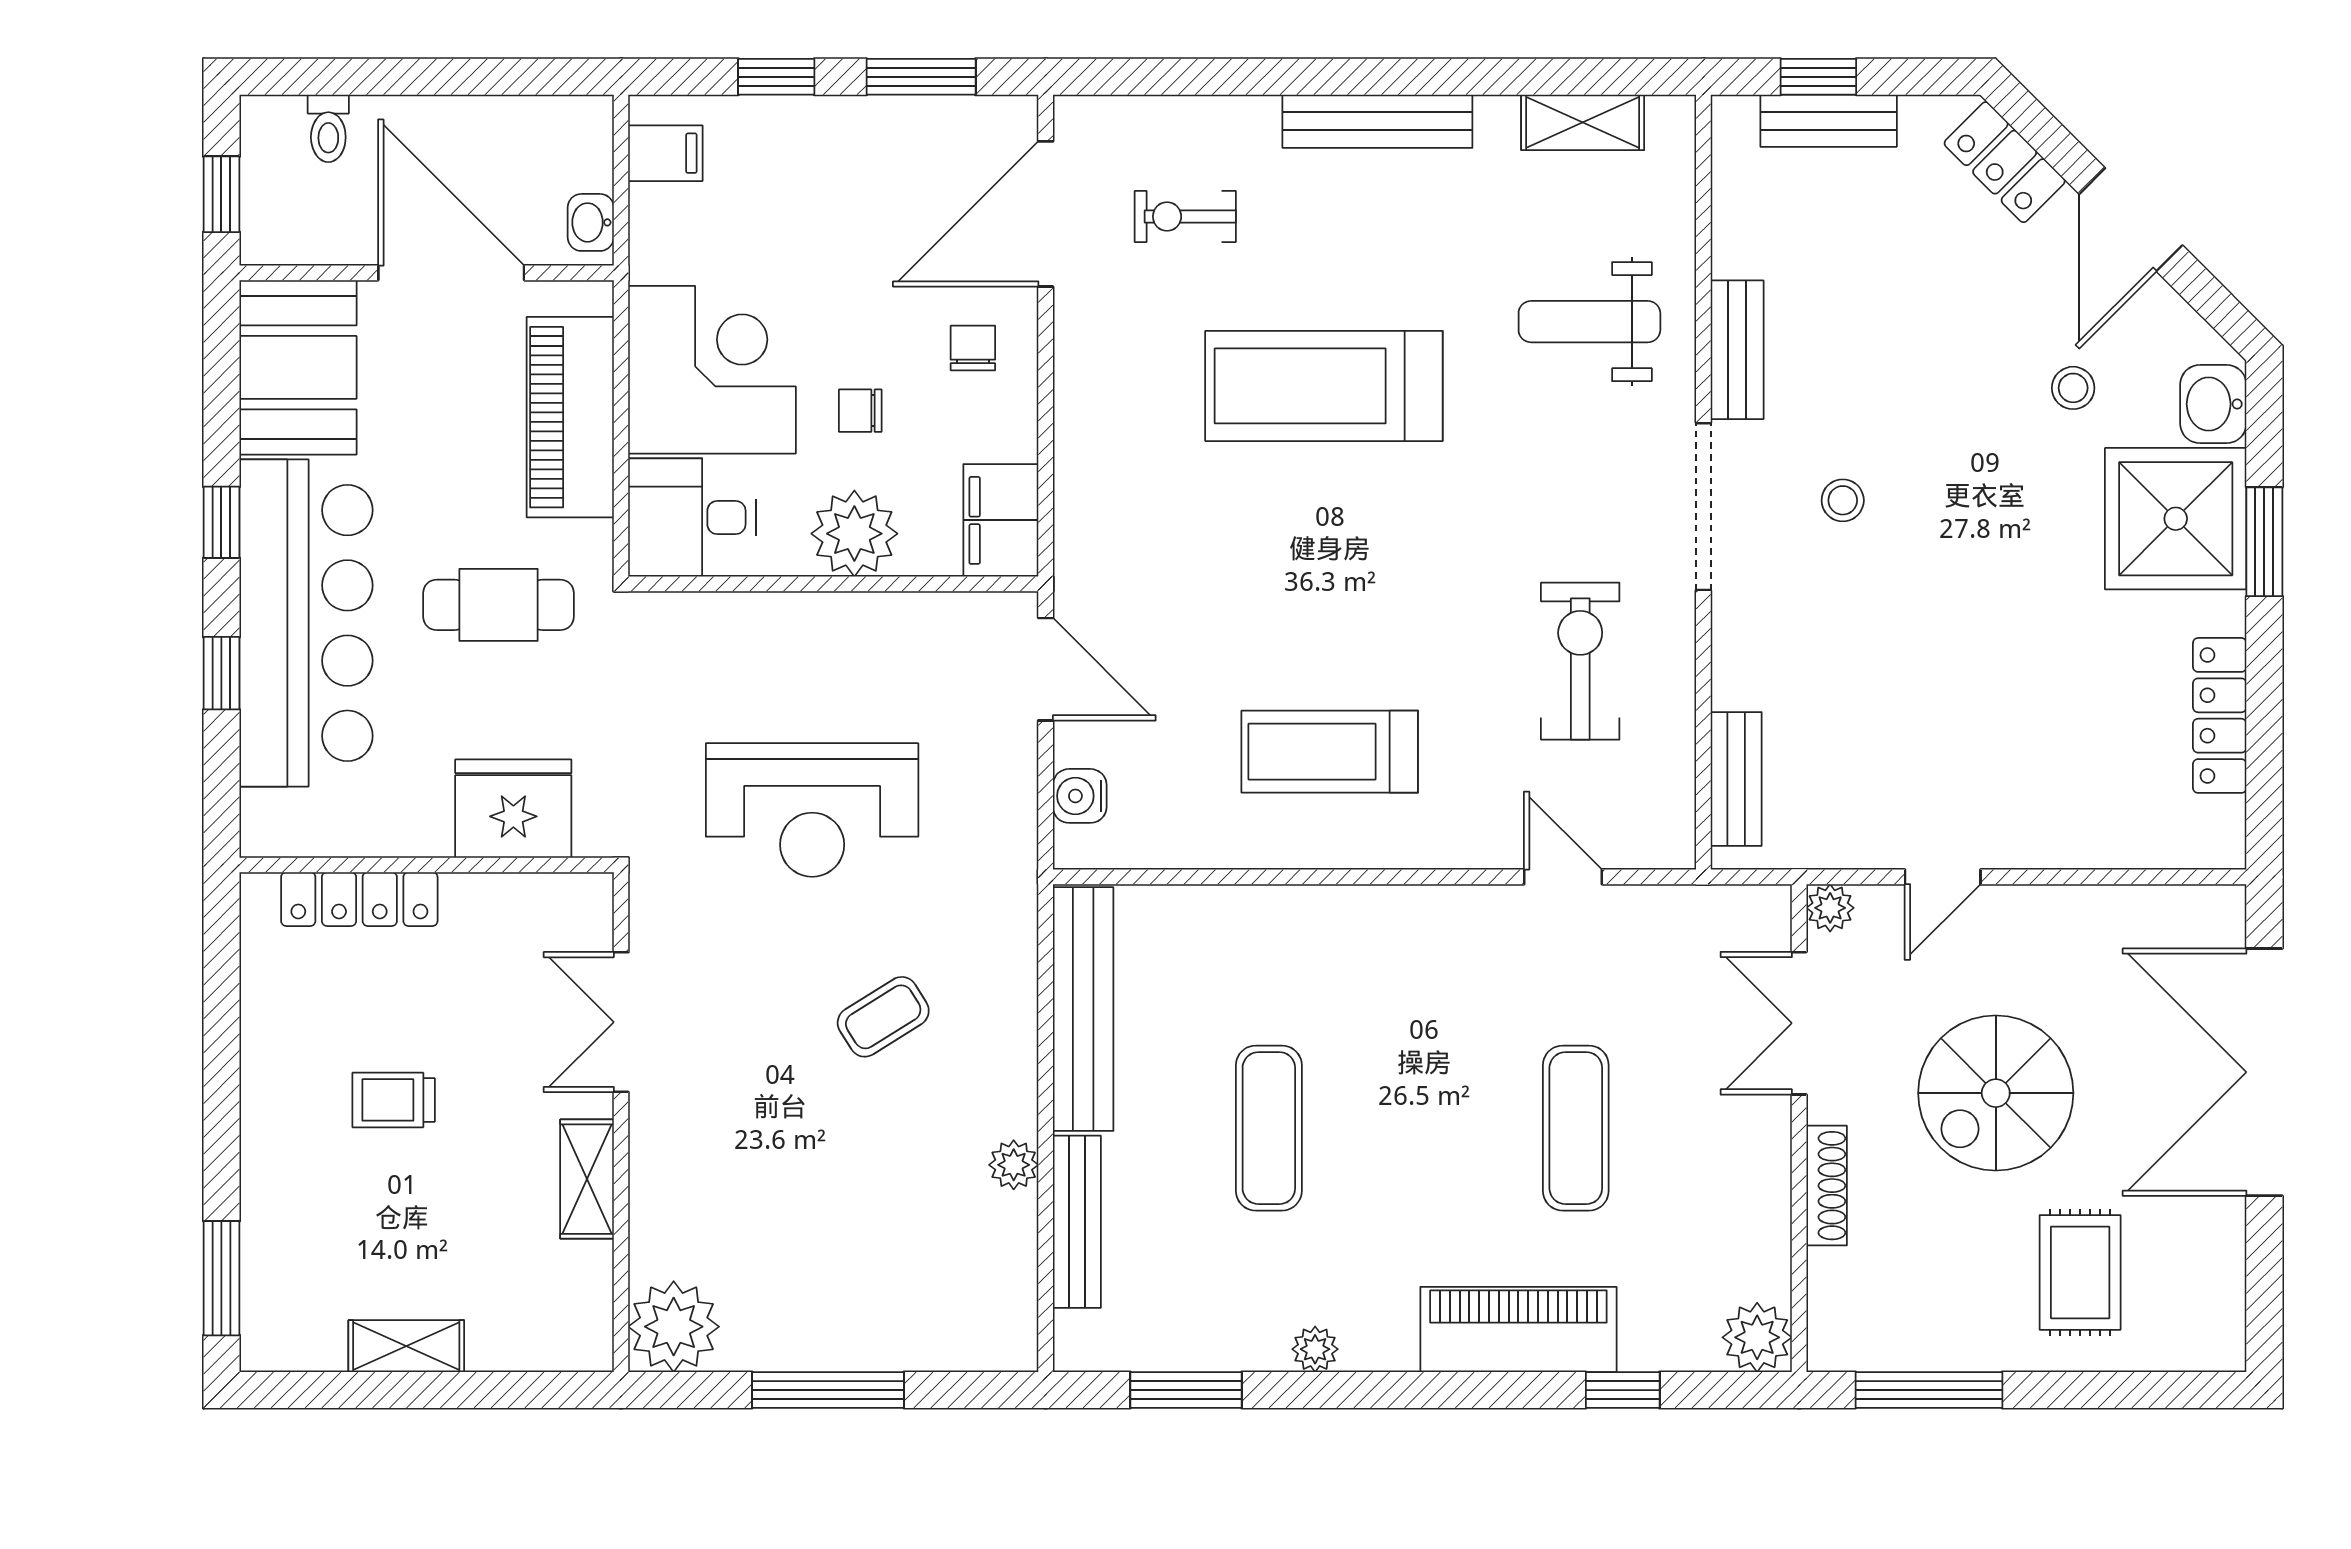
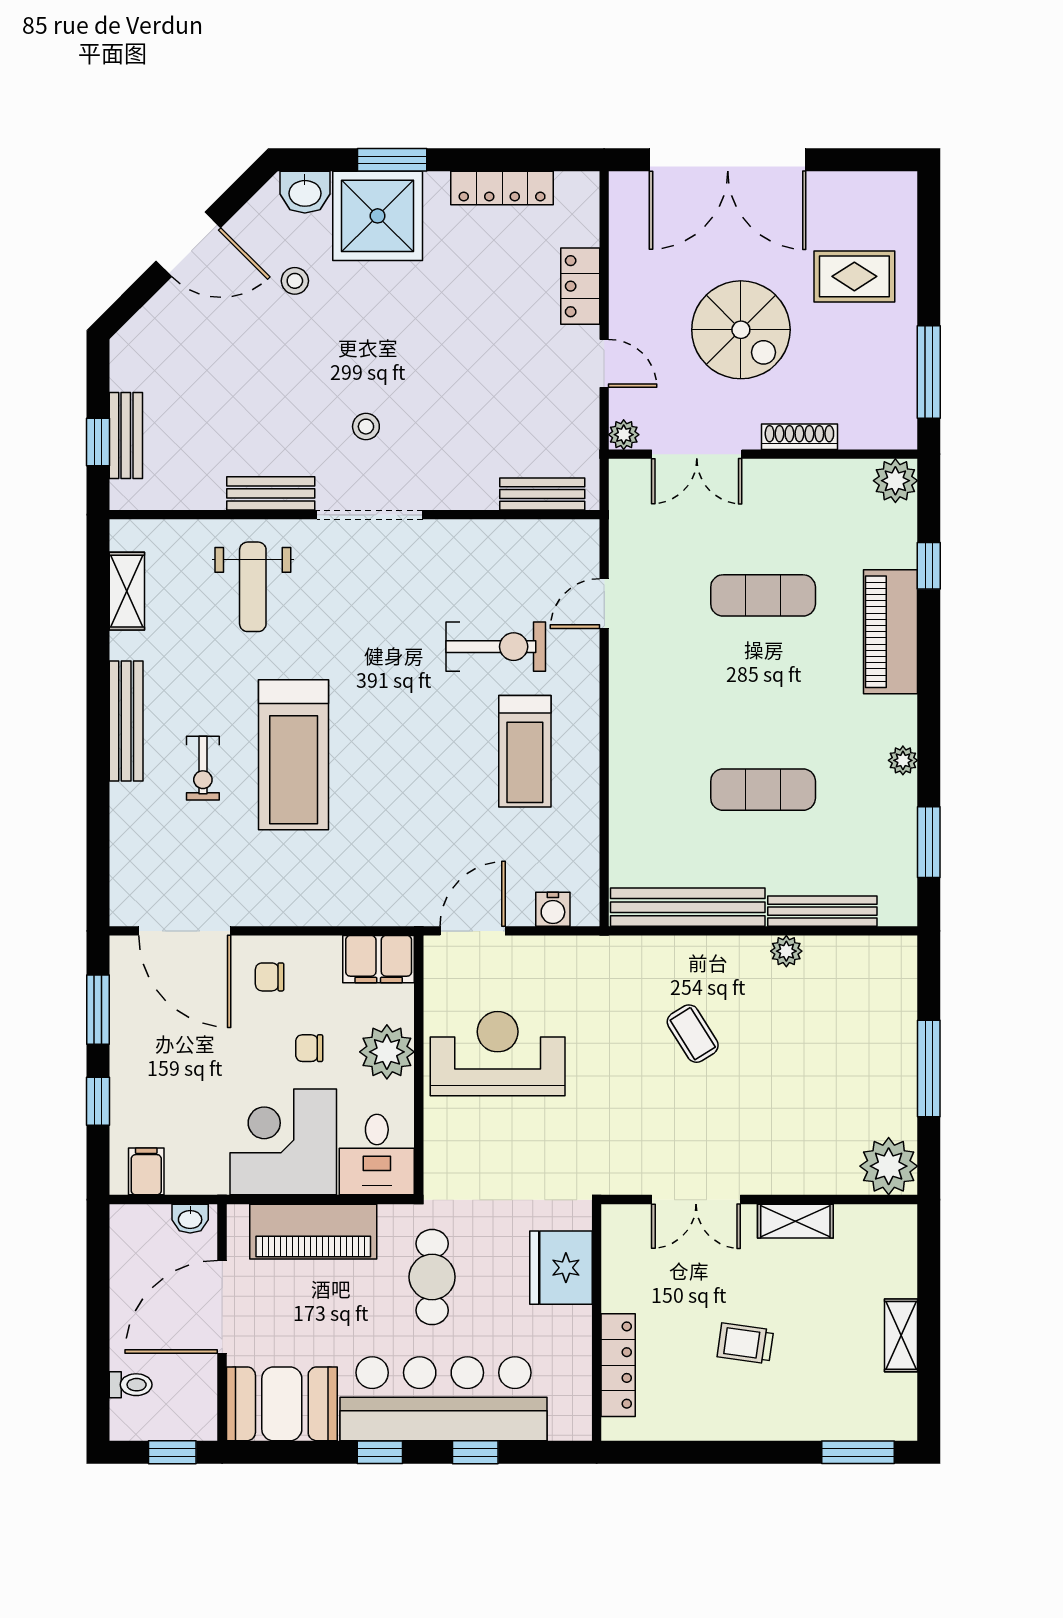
locker: (2005, 162) -> (580, 286), moved, turned 135
exercise bike: (1185, 217) -> (203, 768), moved
chair: (860, 411) -> (309, 1048), turned 90
exercise bike: (1580, 661) -> (496, 647), moved, turned 180
reception desk: (812, 810) -> (498, 1054), moved, turned -90
trolley: (394, 1100) -> (745, 1343), turned 98

